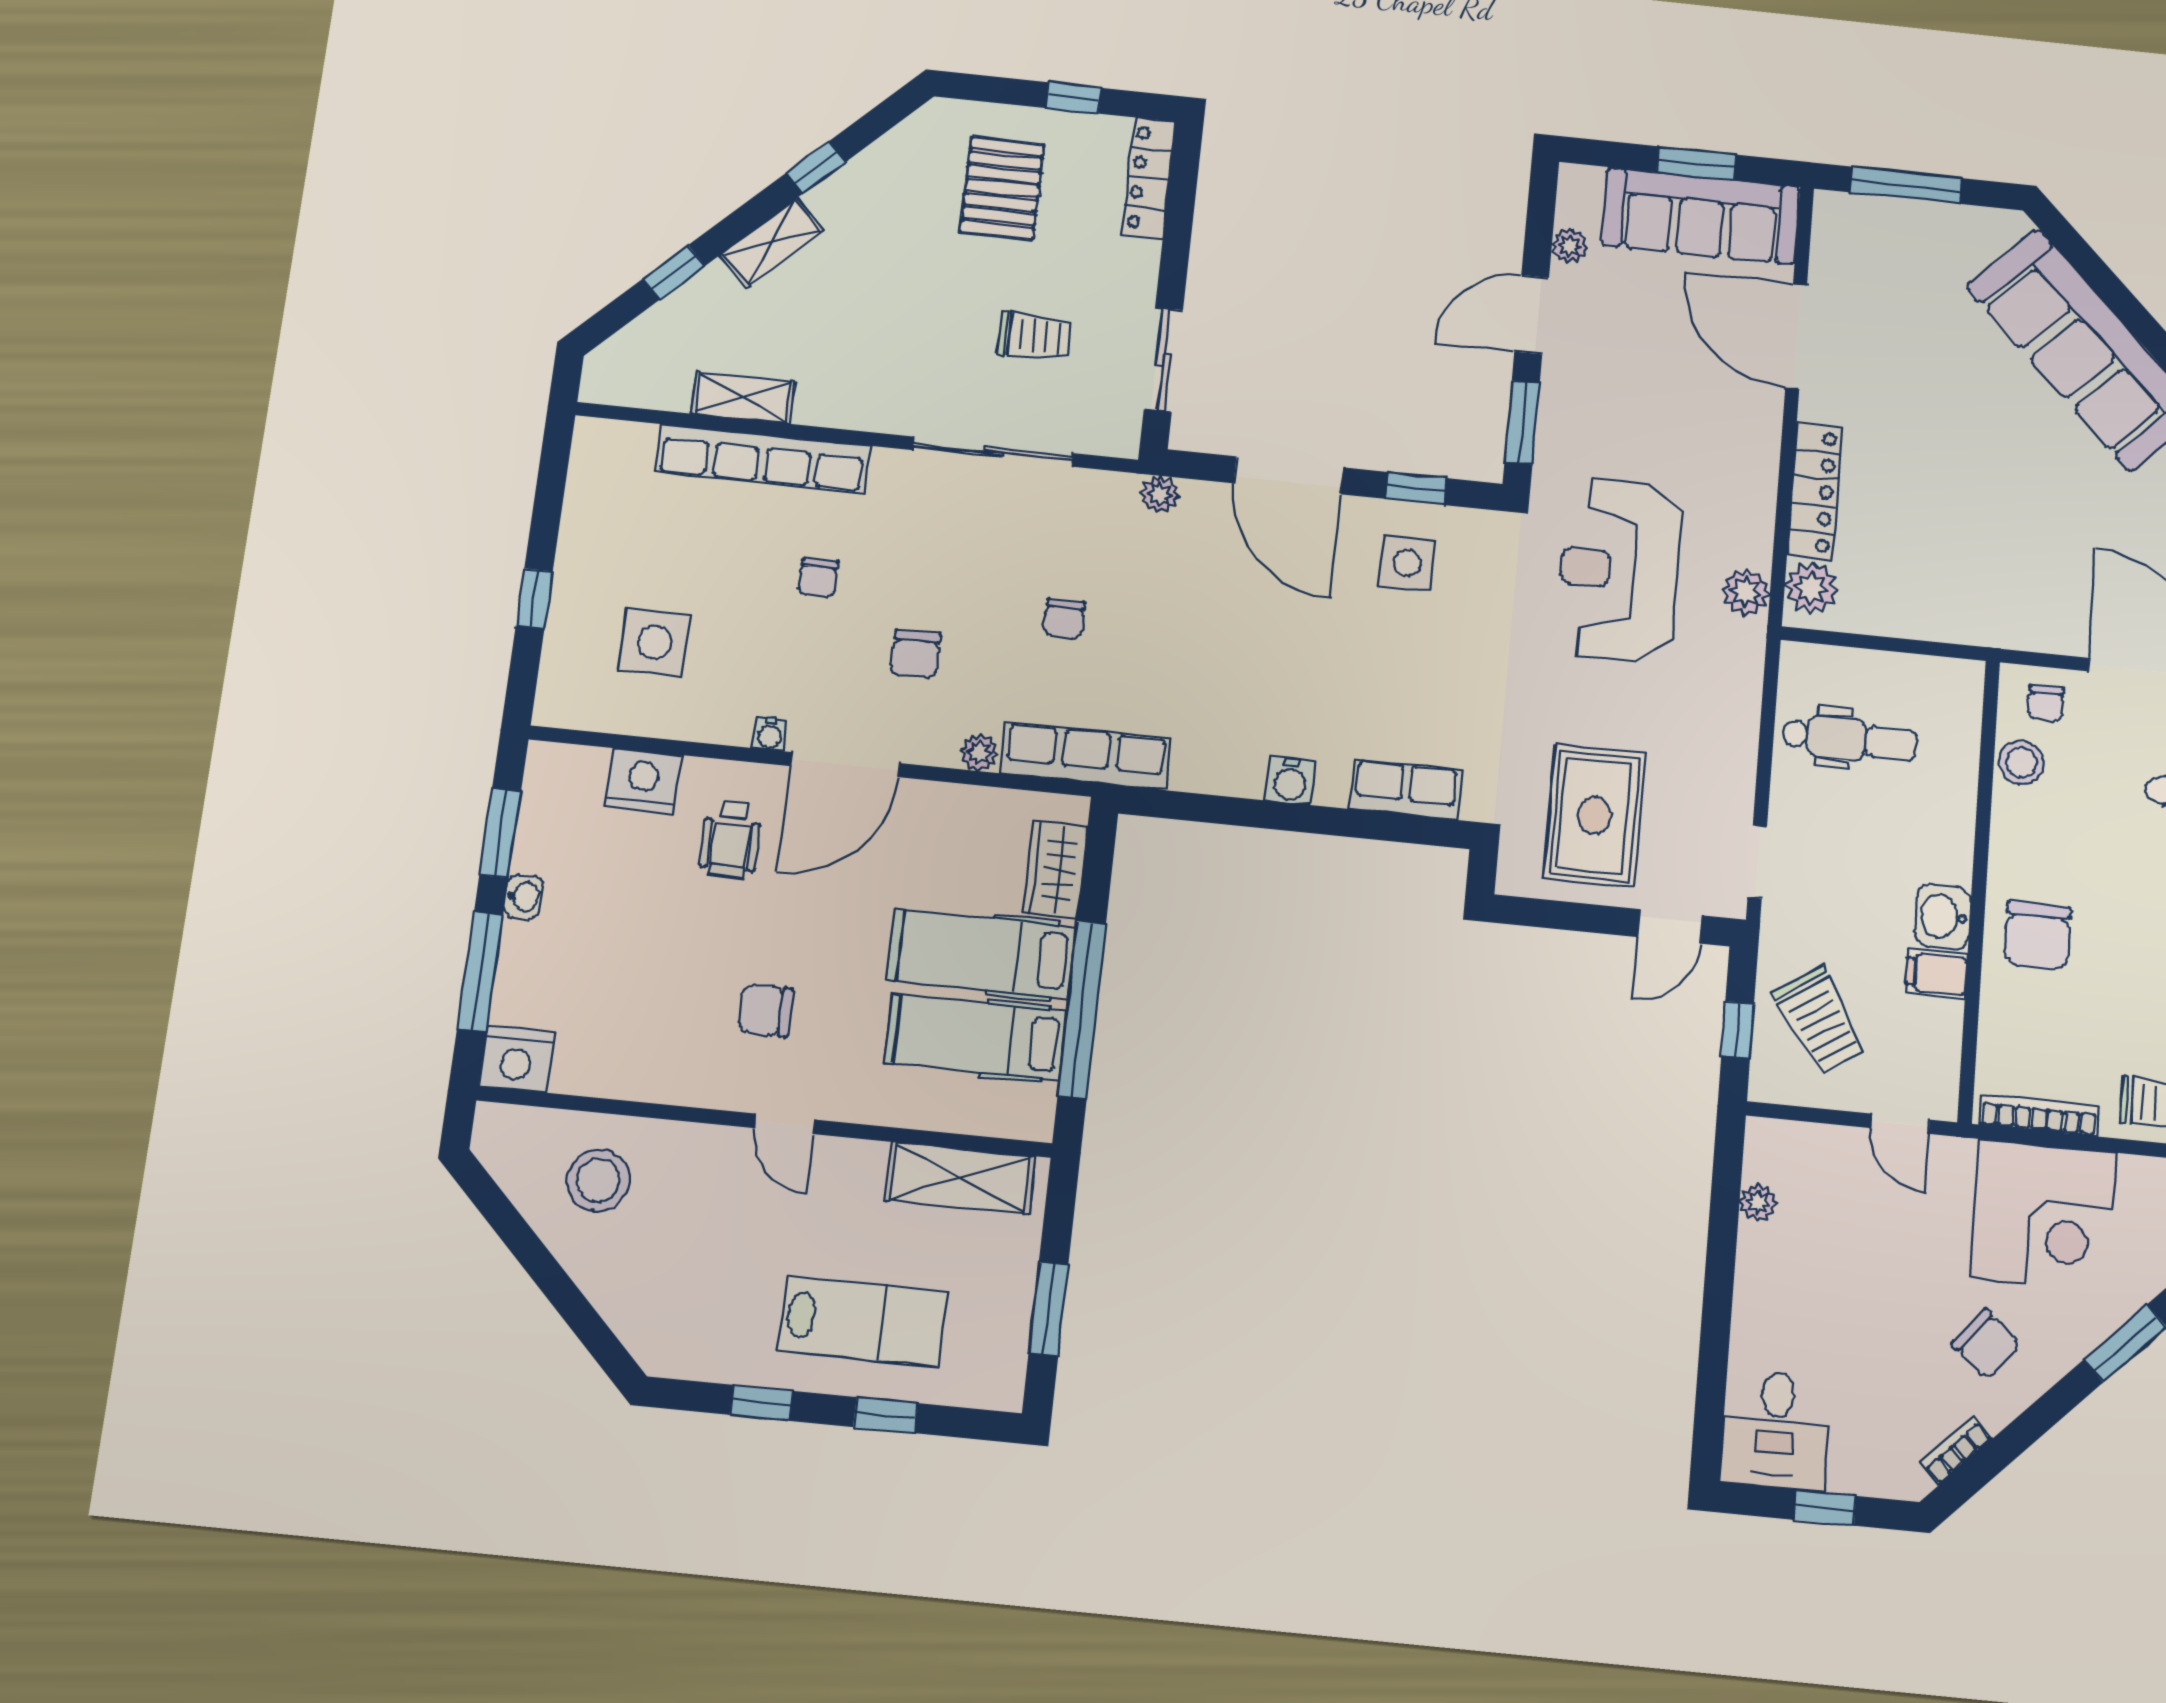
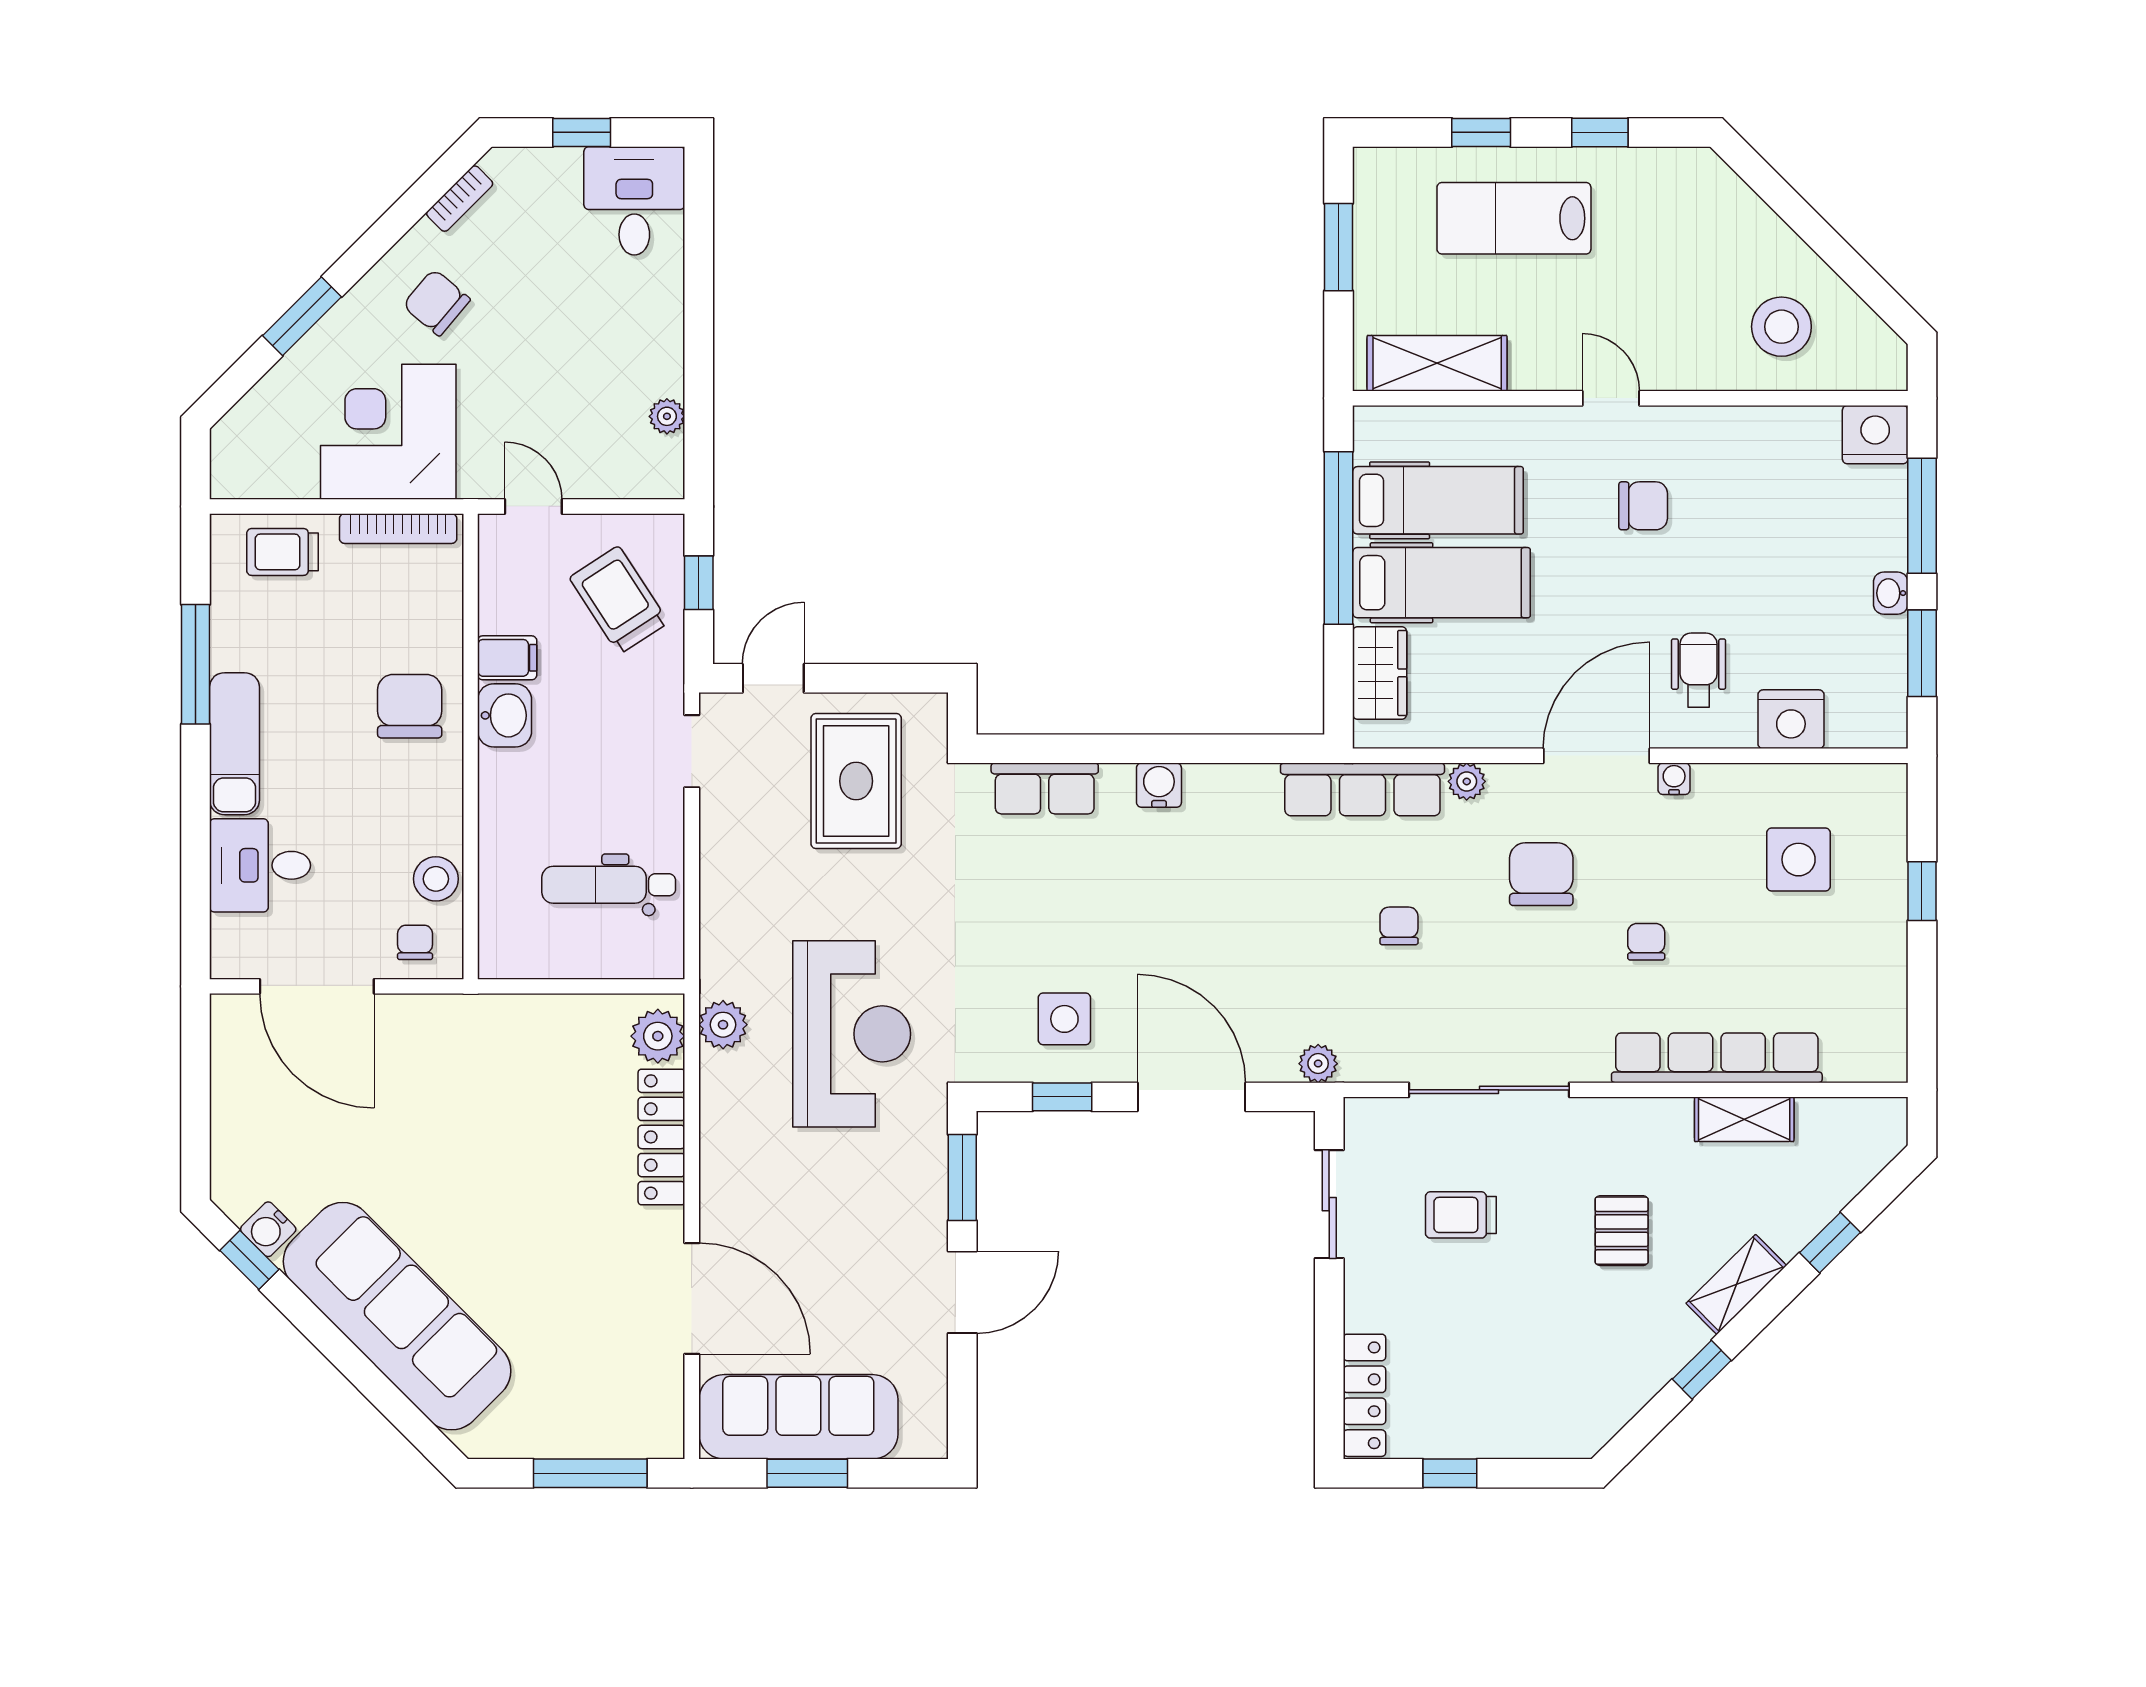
pallet: (1002, 188) -> (1622, 1231), moved, width x0.67, depth x0.71
plant: (1570, 246) -> (930, 1370), removed
chair: (915, 654) -> (1541, 874), width x1.37, depth x1.37

